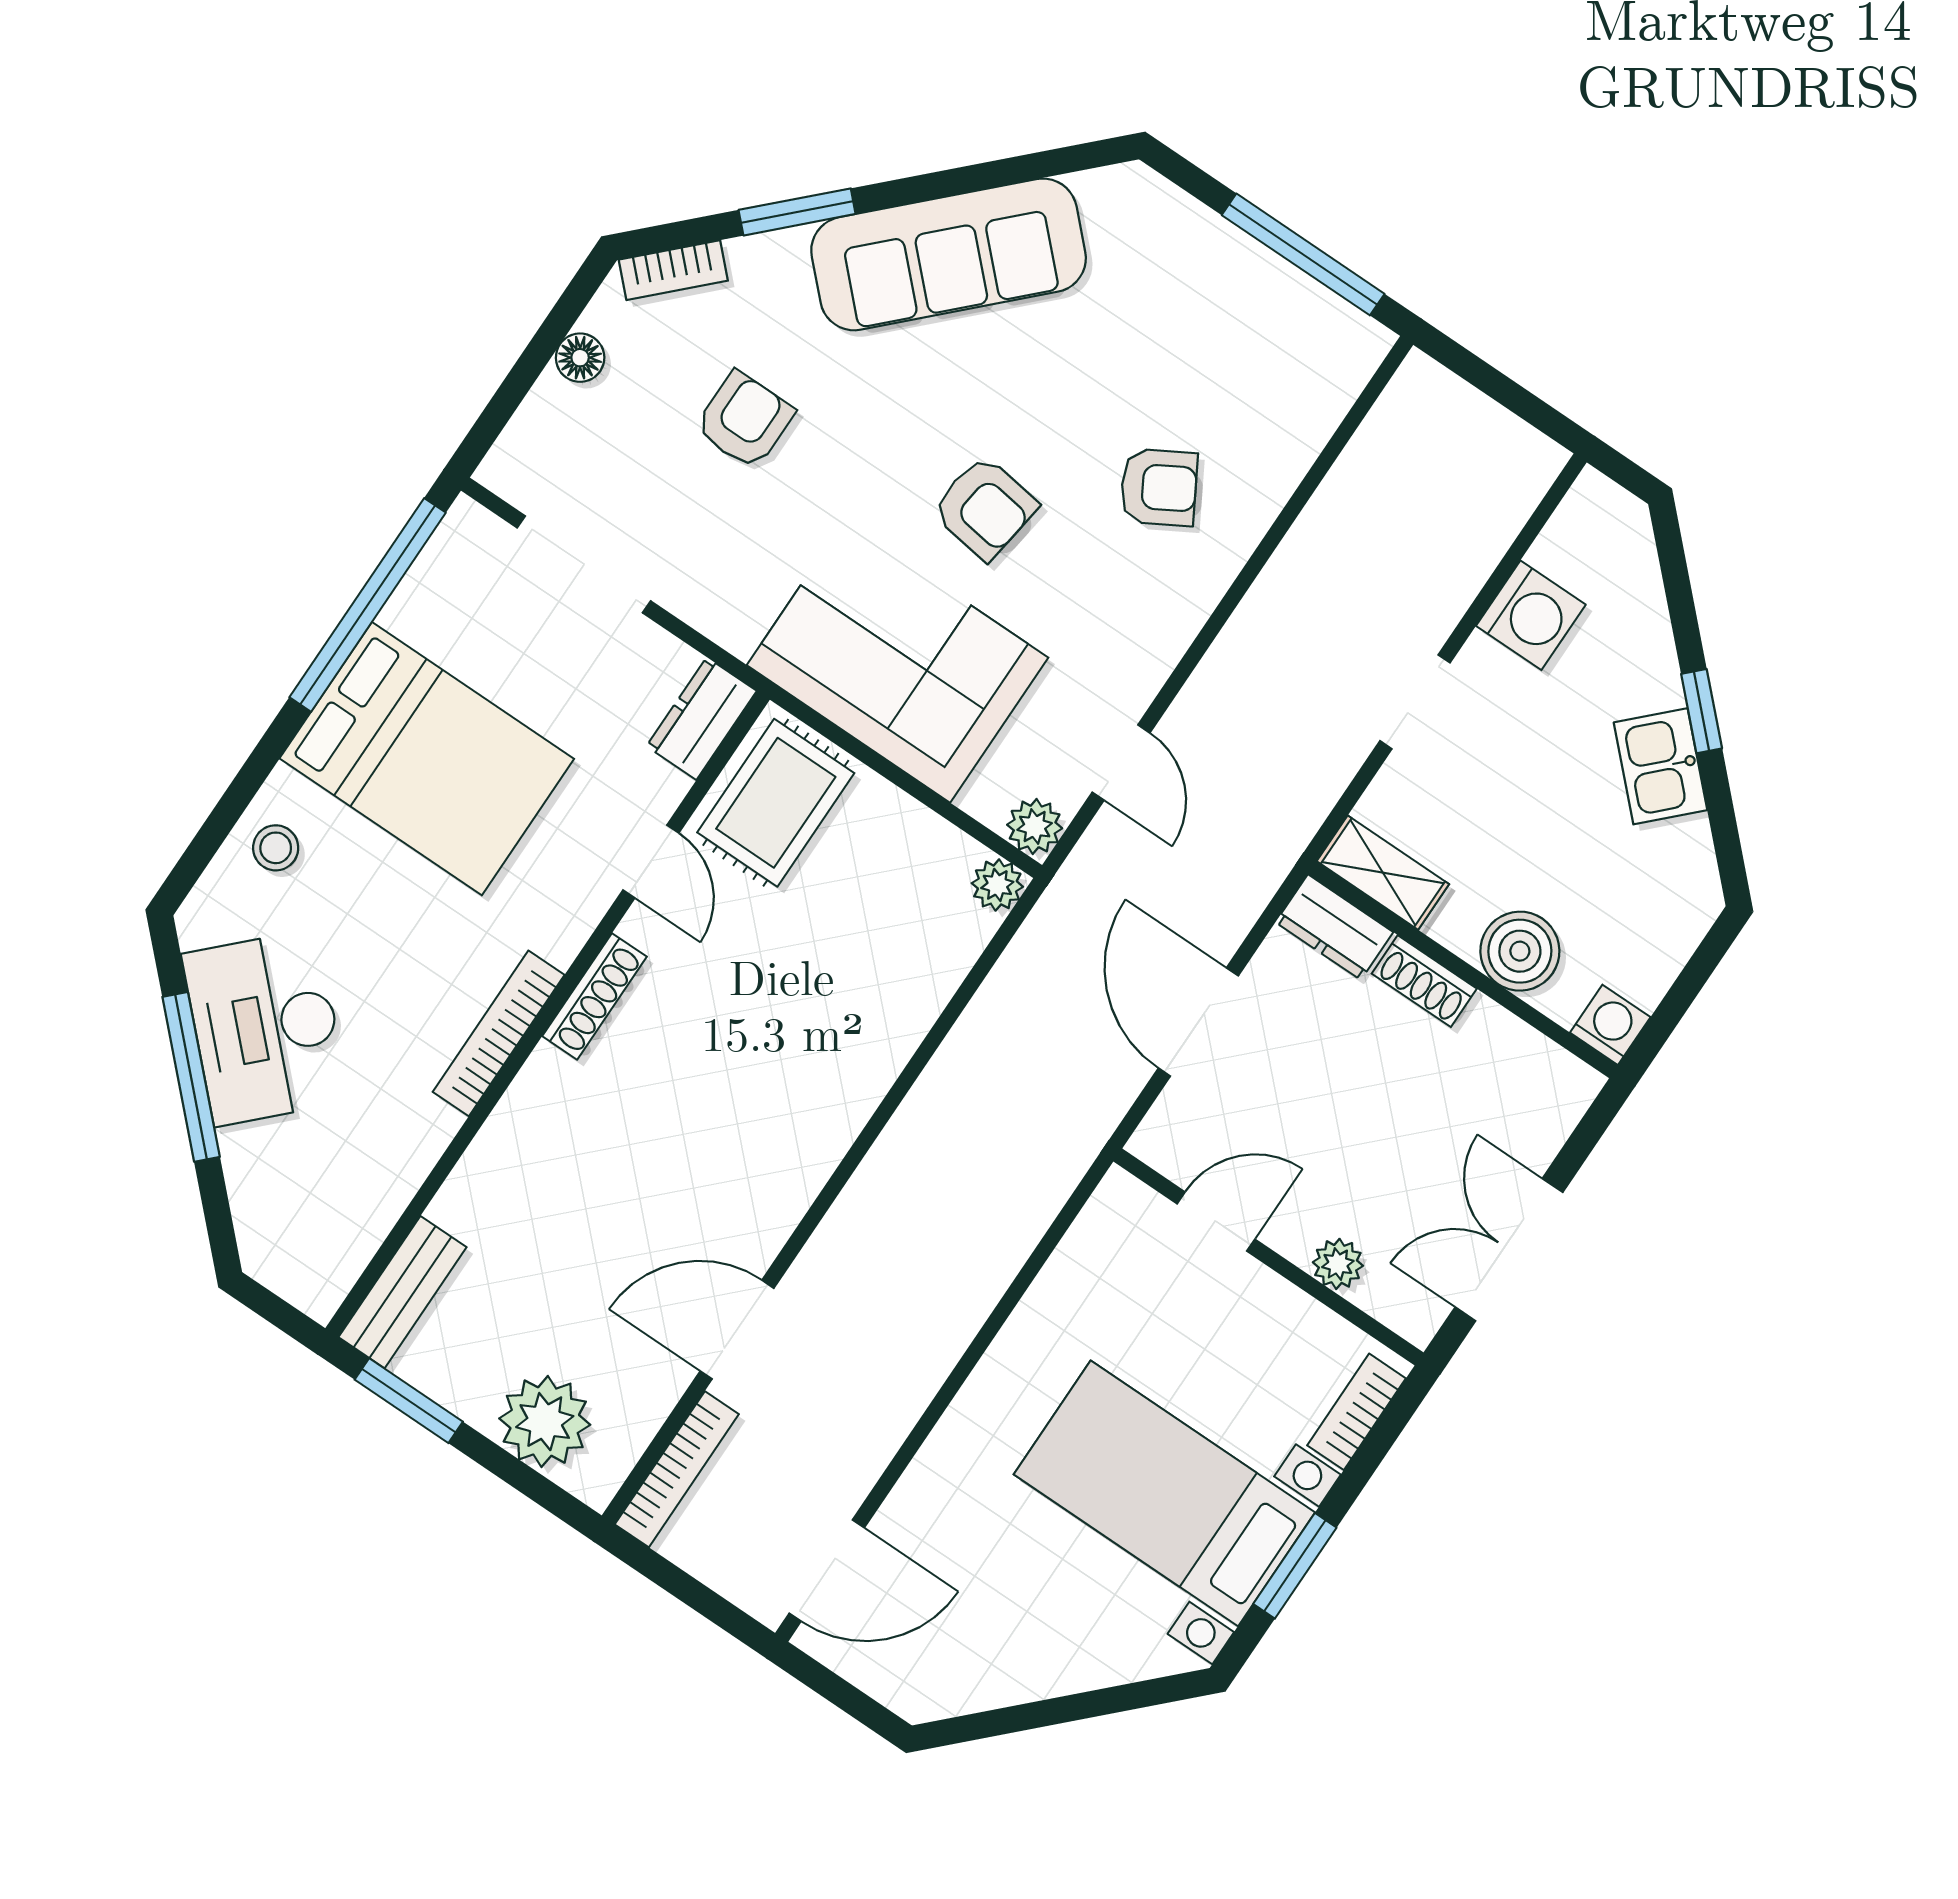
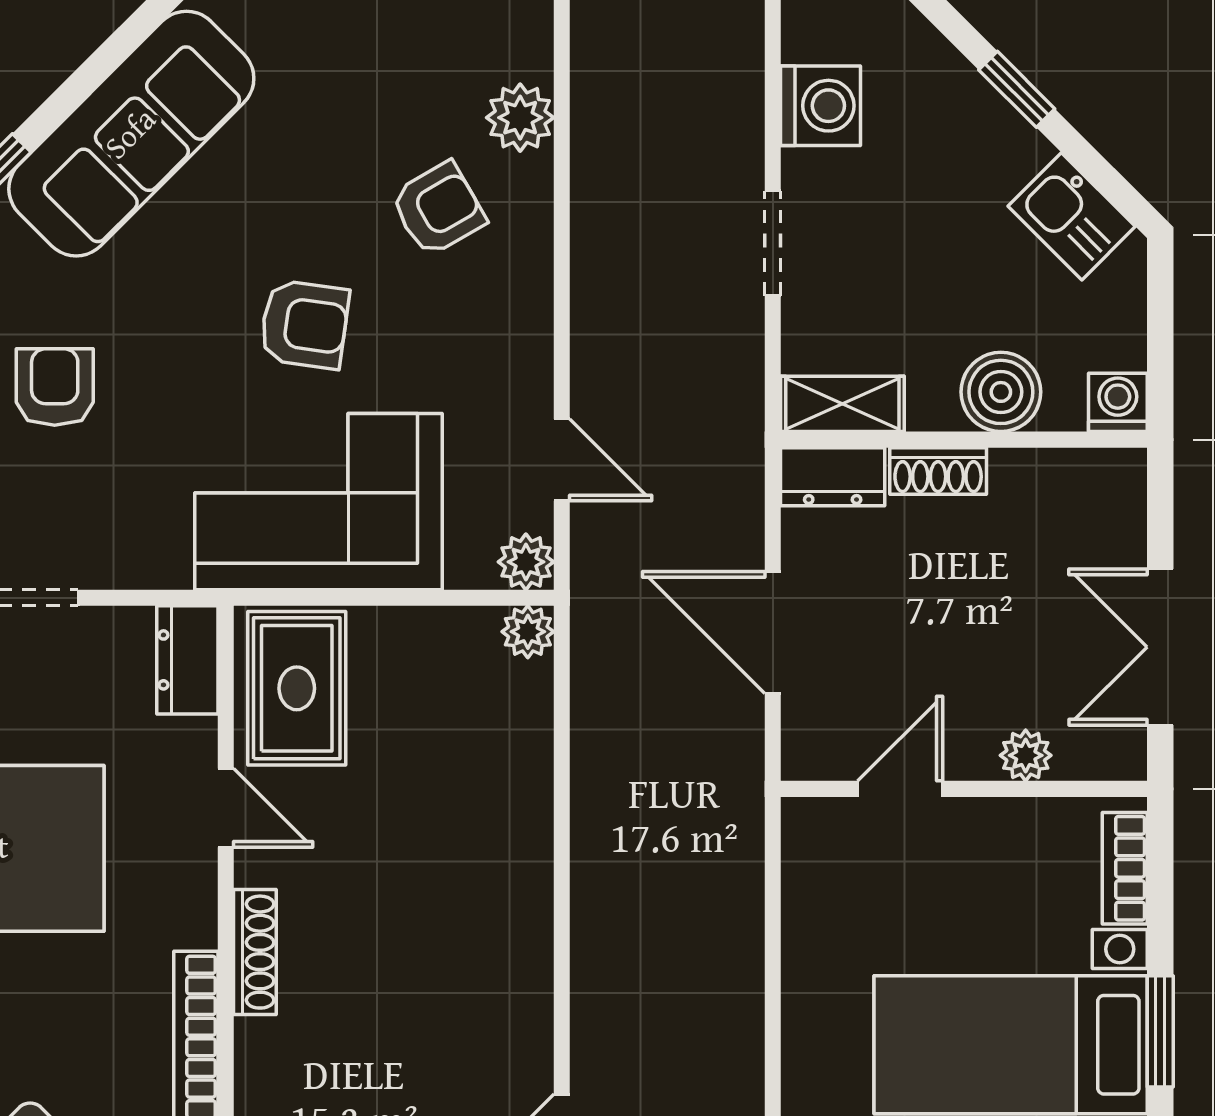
plant: (1277, 458) -> (520, 118), added
kitchen sink: (1661, 766) -> (1072, 216), moved

